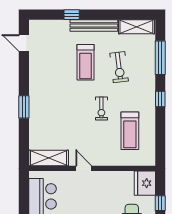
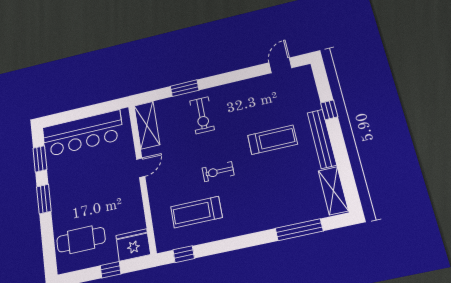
treadmill: (85, 62) -> (272, 140), turned 180
exercise bike: (119, 67) -> (202, 115), moved, turned -83
window: (160, 99) -> (184, 254), moved
window: (24, 107) -> (185, 88), moved

